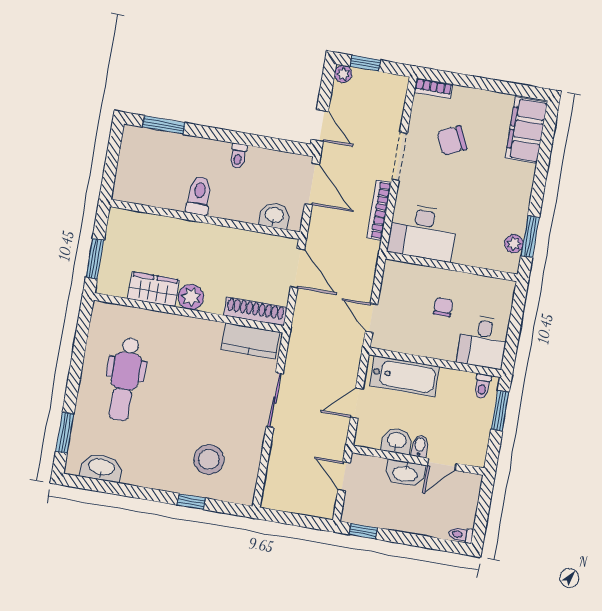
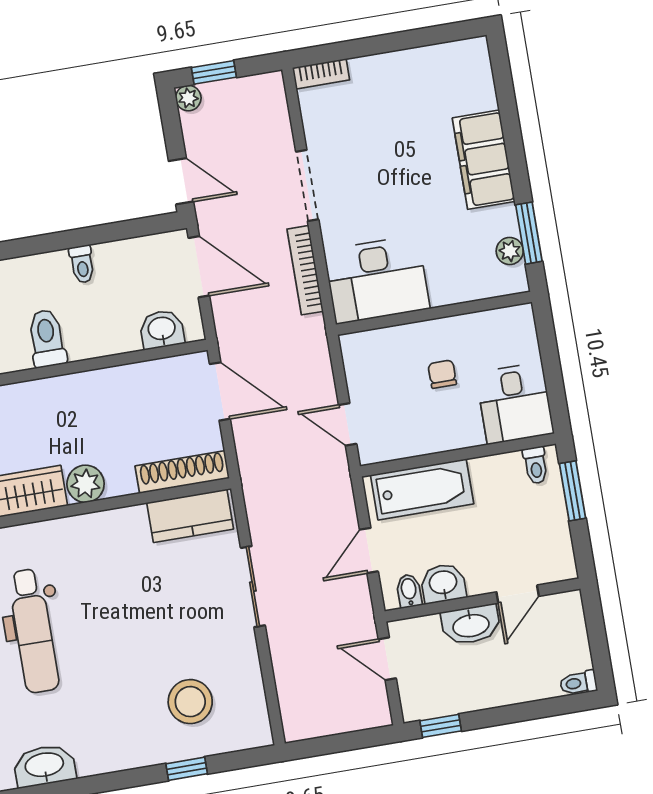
filing cabinet: (526, 130) -> (484, 160), moved
chair: (452, 141) -> (373, 138), removed
bidet: (420, 446) -> (409, 591), moved

